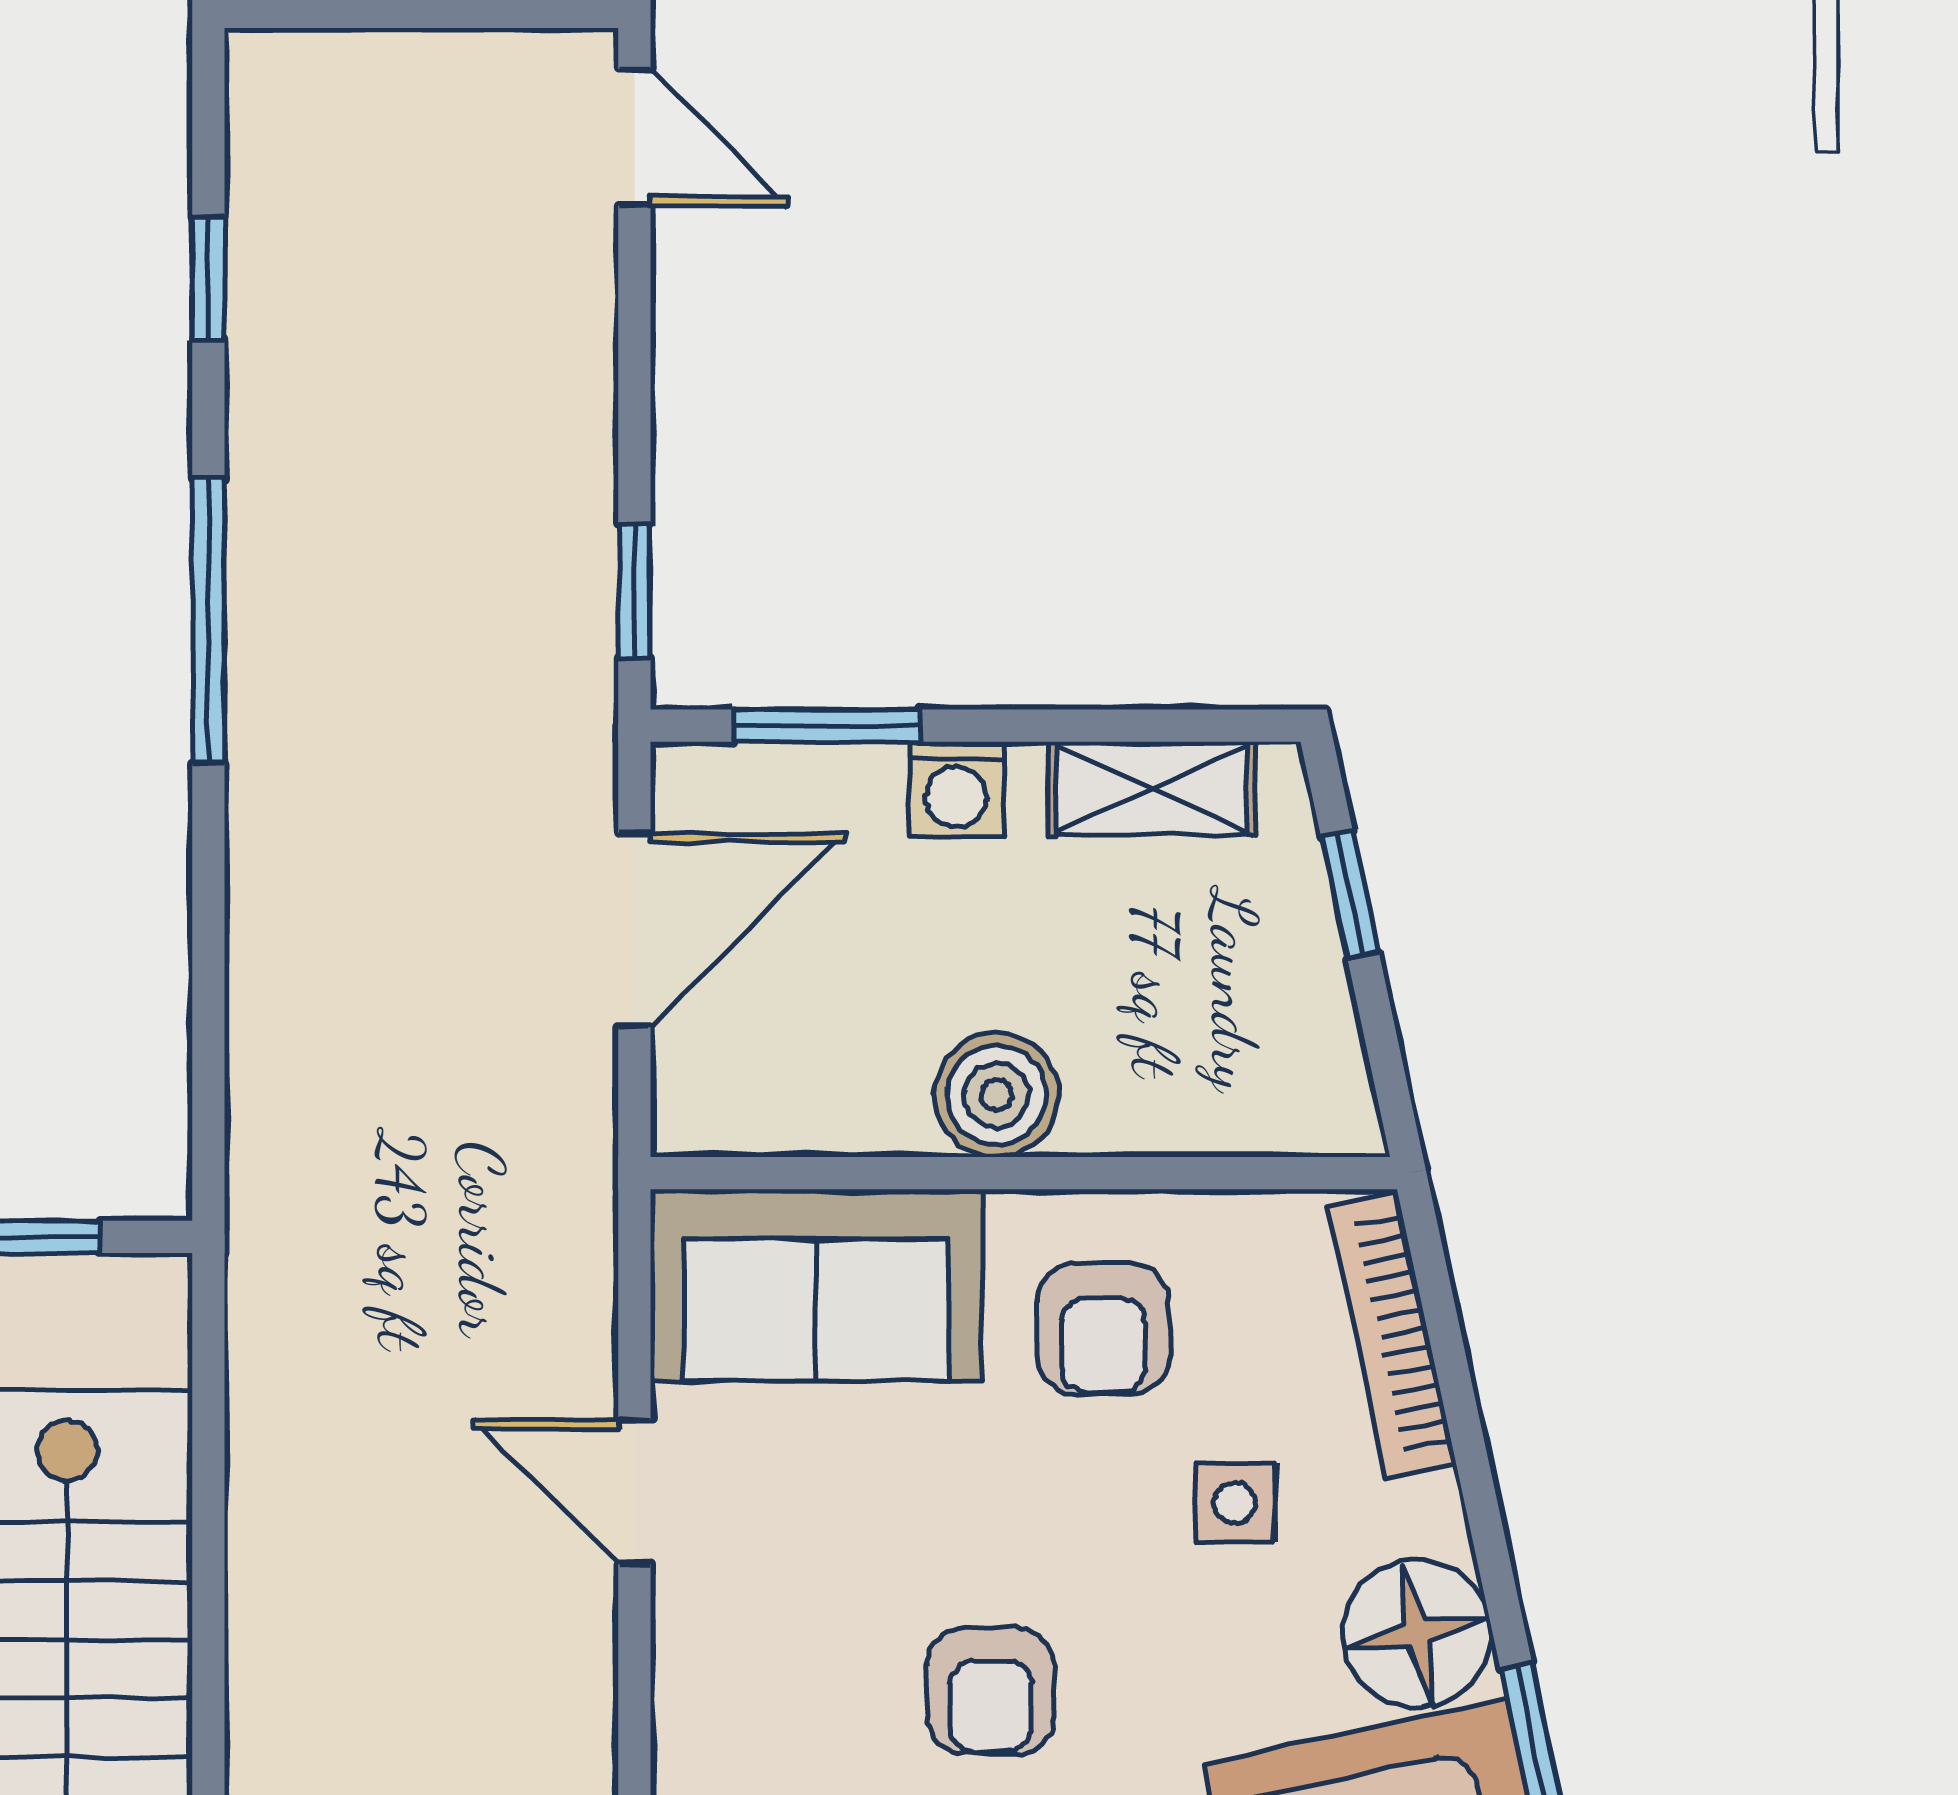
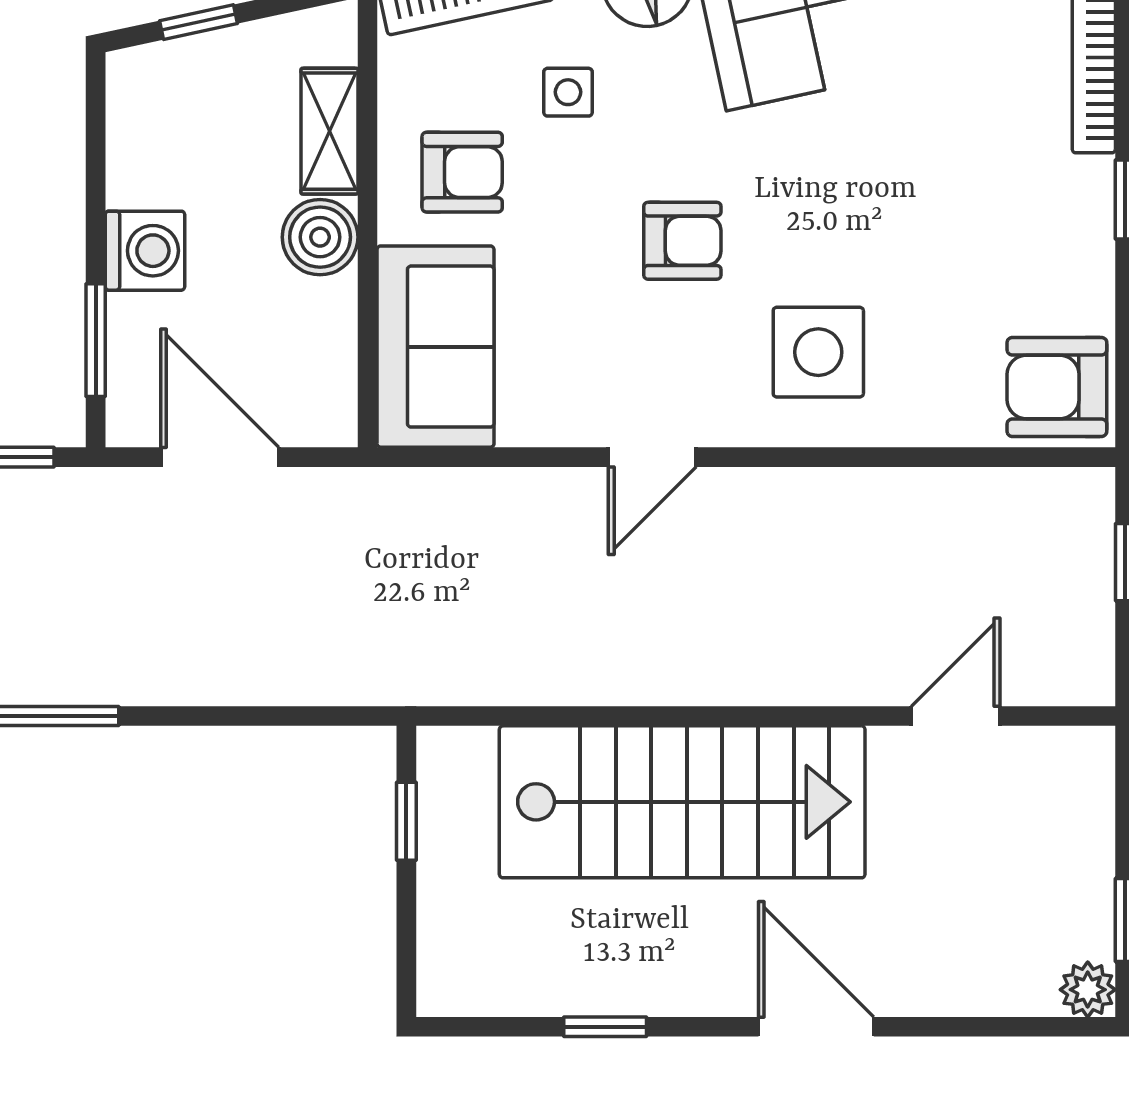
shelving: (1152, 788) -> (329, 131), moved
washing machine: (956, 789) -> (145, 251), width x1.38, depth x1.38
door: (634, 1492) -> (652, 457), moved

